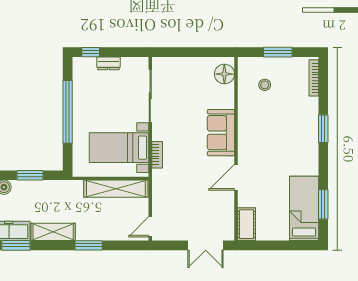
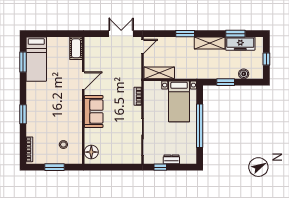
window: (91, 52) -> (160, 167), moved
bed with nightstands: (119, 148) -> (179, 101), moved, turned 90
shelving: (116, 189) -> (159, 73), width x0.68
double door: (206, 245) -> (121, 34), moved

